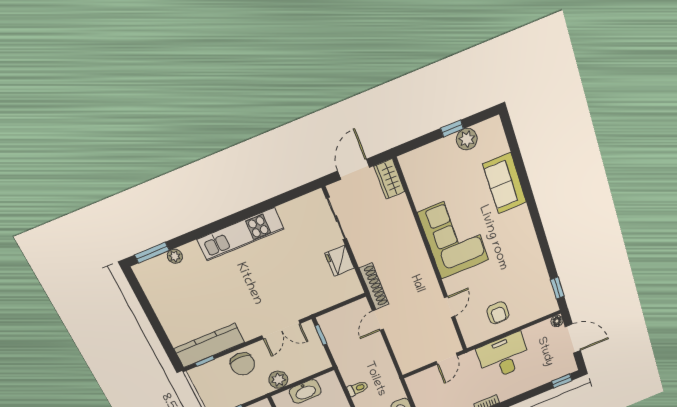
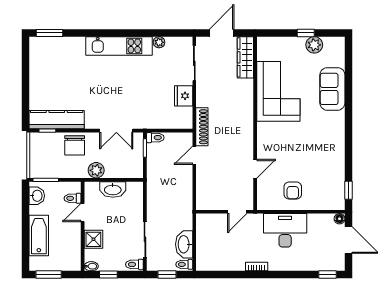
wardrobe: (389, 179) -> (245, 57), width x1.50
corner sofa: (453, 236) -> (278, 91), moved
plant: (175, 256) -> (159, 42), moved
toilet: (358, 388) -> (155, 138), moved

